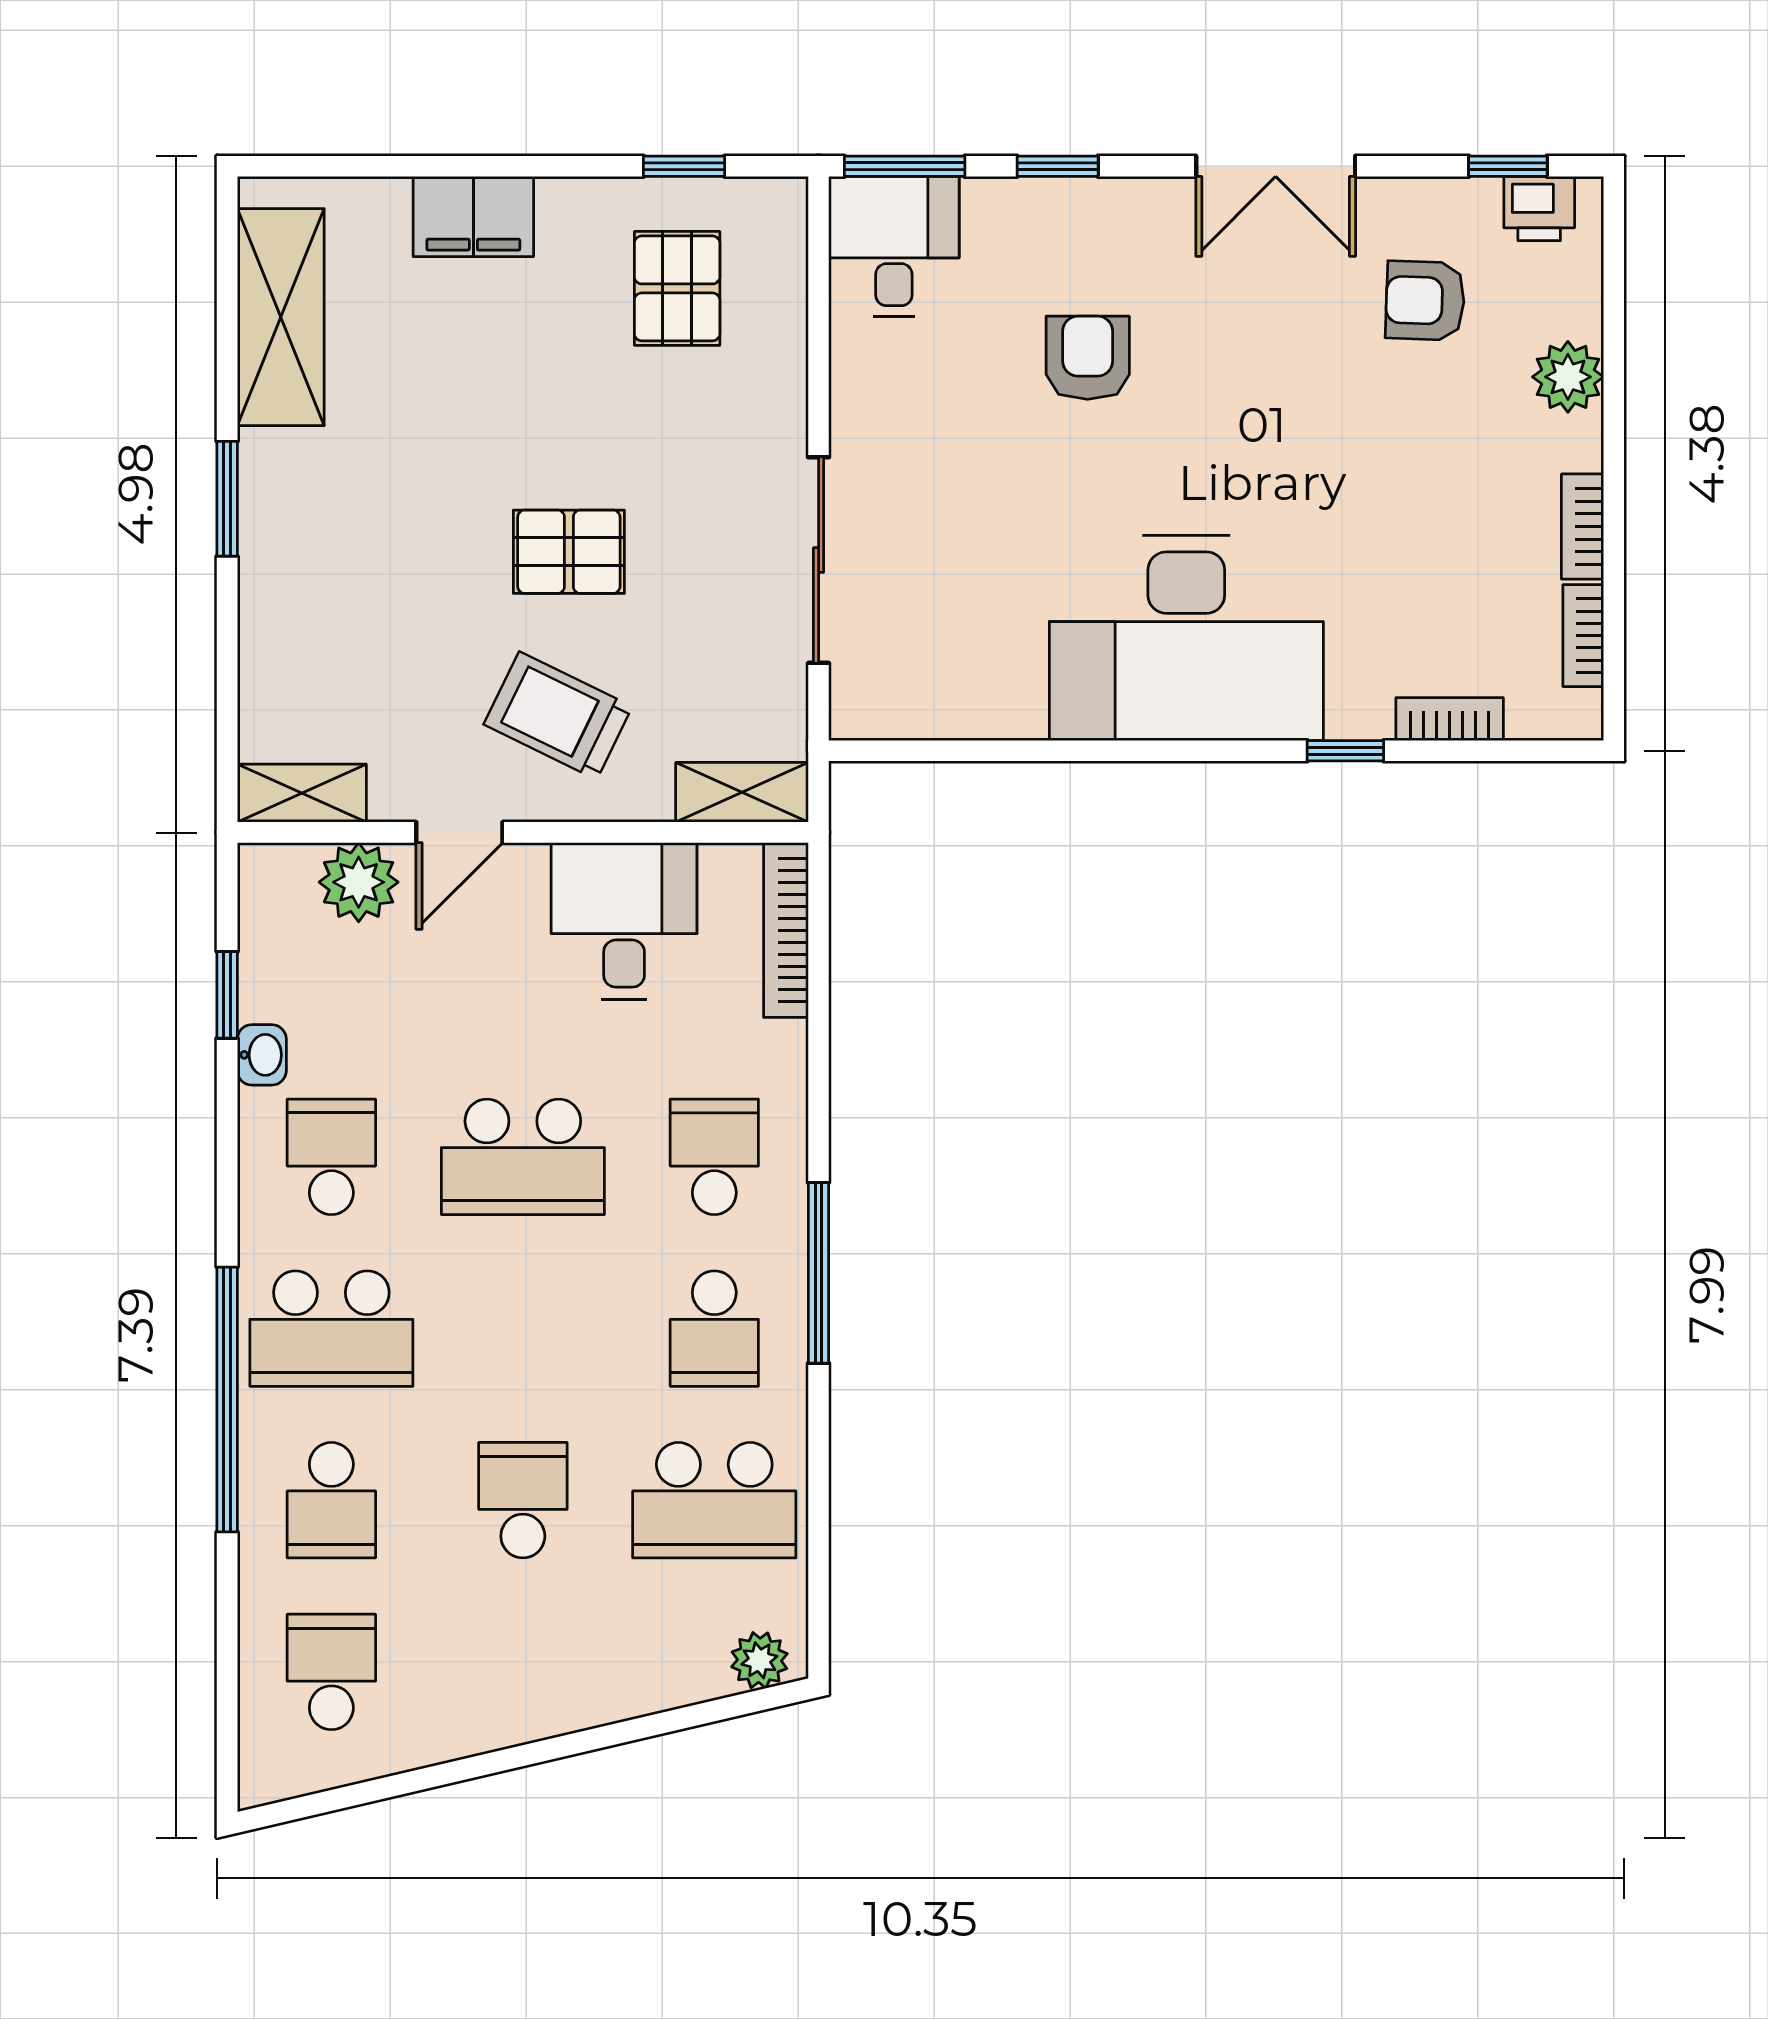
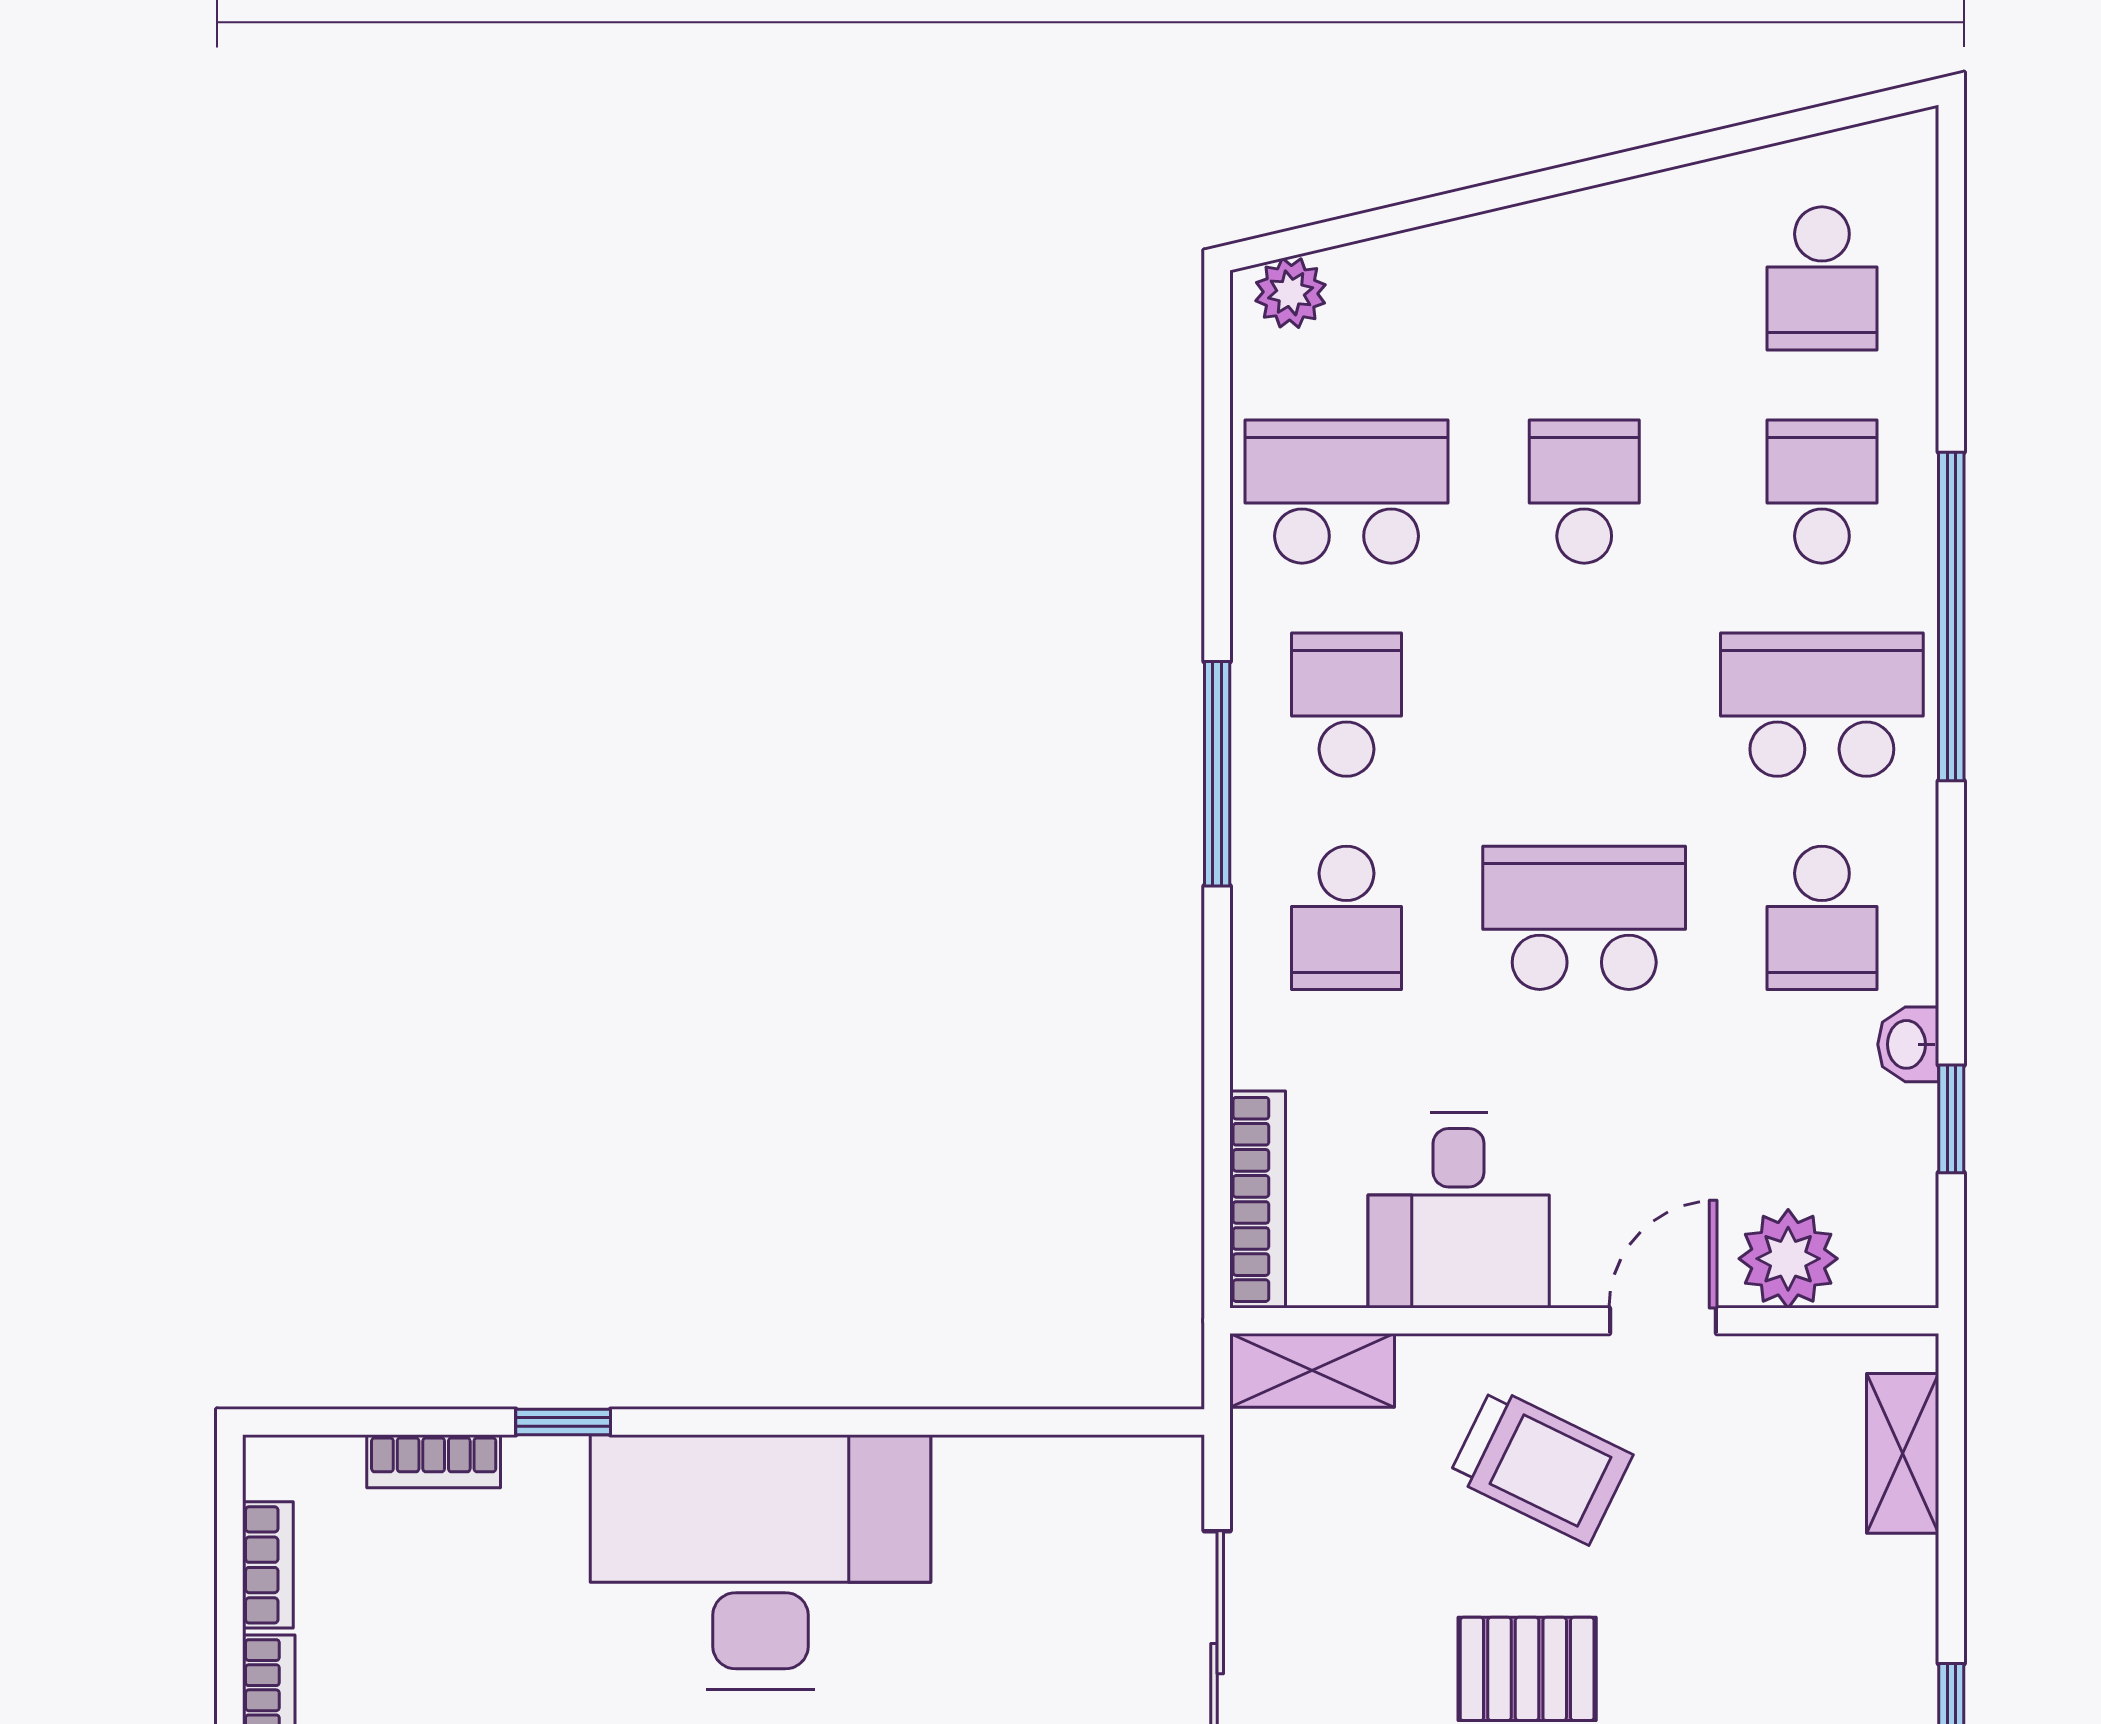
shelving: (302, 793) -> (1903, 1453), moved, turned 90
school desk: (523, 1500) -> (1584, 492), turned 180

